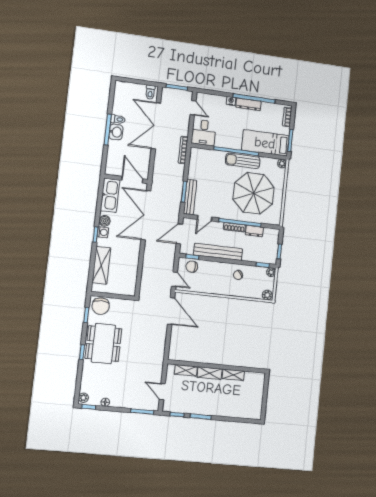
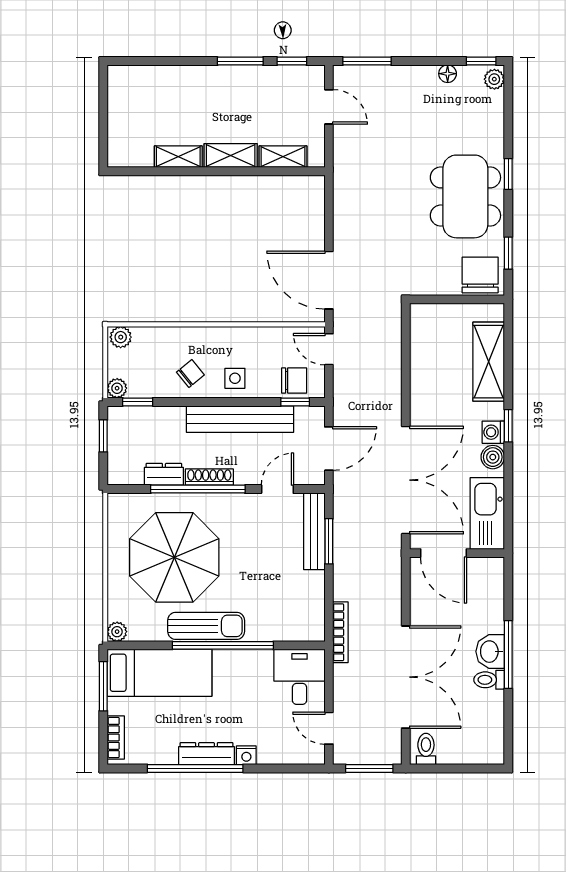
side table: (218, 271) -> (235, 378), added

